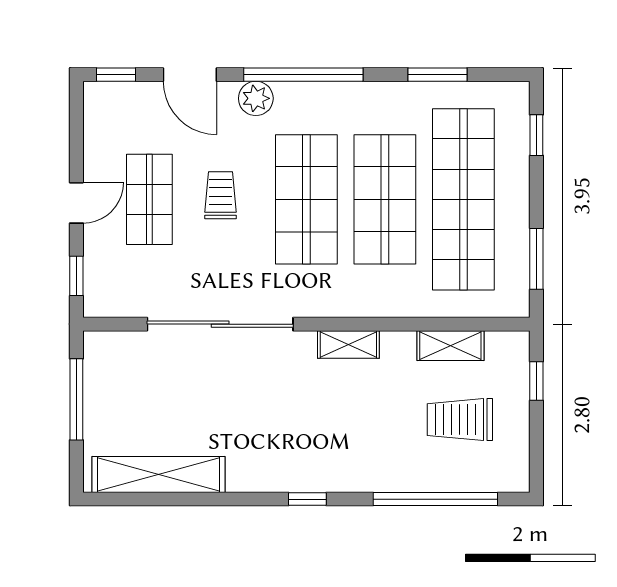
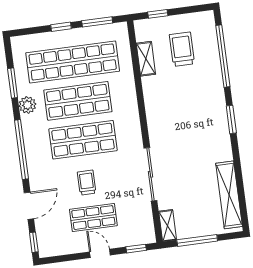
plant: (256, 98) -> (27, 105), moved
window: (536, 135) -> (61, 27), moved
trolley: (220, 195) -> (87, 183), turned 90
sliding door: (220, 324) -> (150, 174), width x0.73
shelving: (348, 344) -> (168, 226), moved
trolley: (460, 420) -> (182, 49), turned 180
window: (307, 499) -> (231, 119), width x1.50

